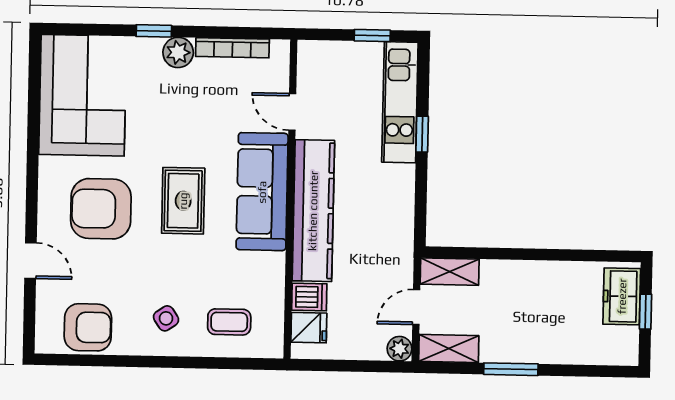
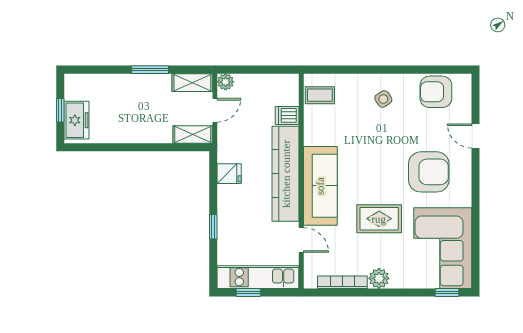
window: (154, 31) -> (447, 293), moved
kitchen unit: (400, 102) -> (258, 277), moved, turned -90
rug: (183, 201) -> (379, 219), moved, turned 90
coffee table: (229, 322) -> (320, 95), moved
fridge: (309, 328) -> (229, 174), moved, turned 180

